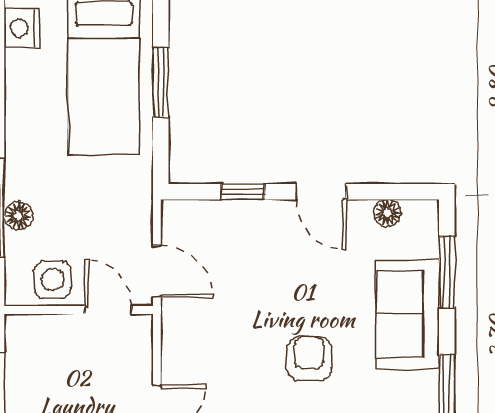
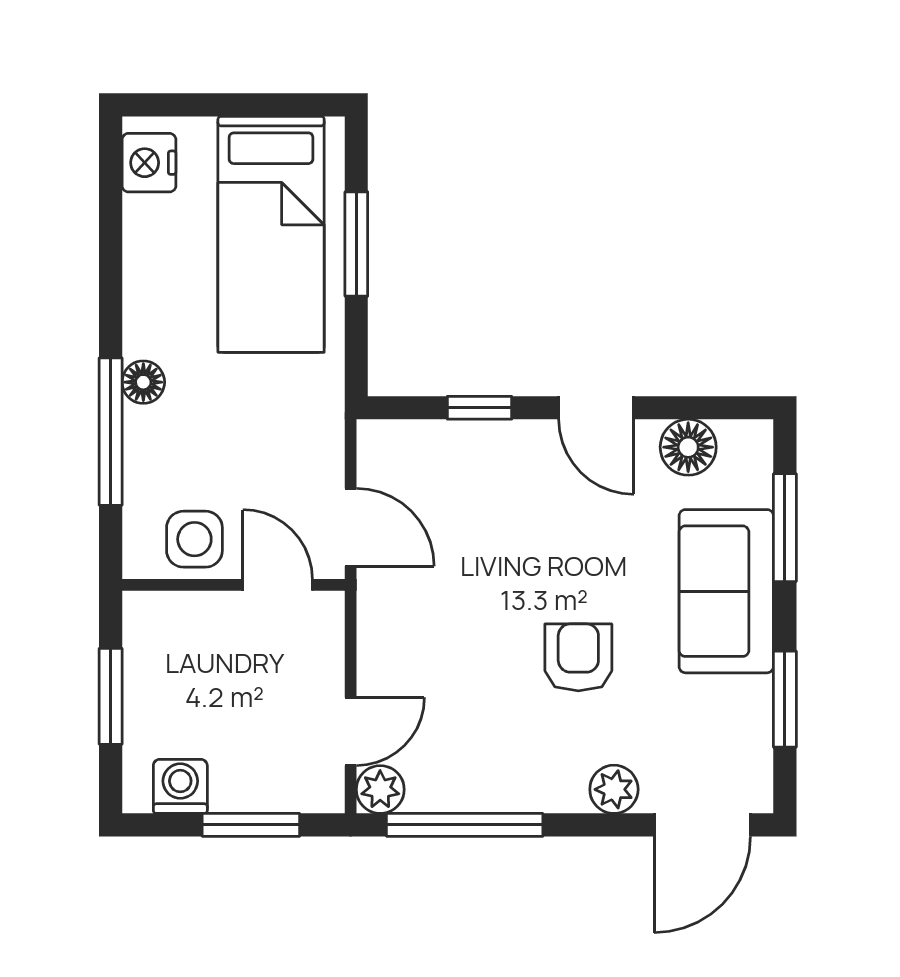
floor lamp: (387, 213) -> (688, 447), width x1.37, depth x1.37
floor lamp: (18, 216) -> (143, 382), moved

